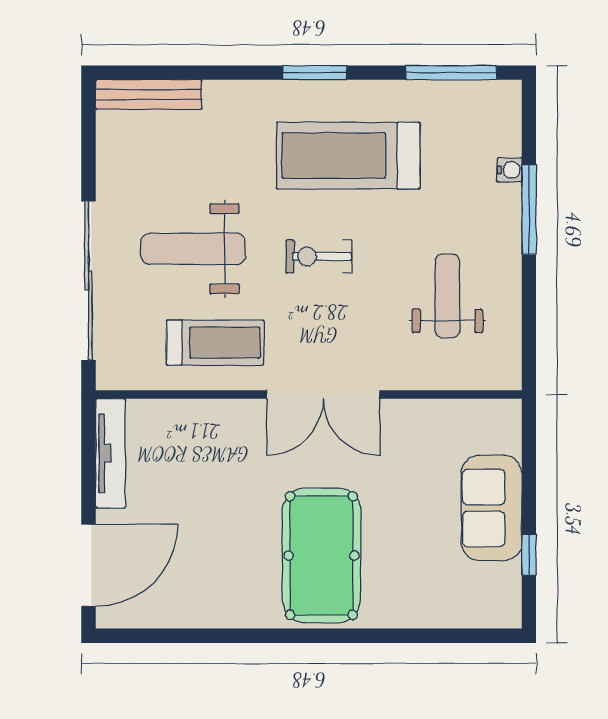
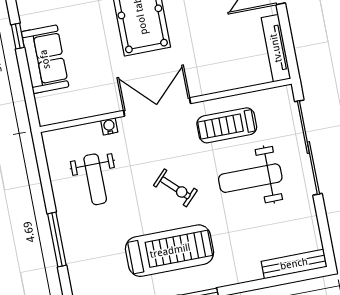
water cooler: (510, 170) -> (109, 126), moved, turned 90
weight bench: (193, 249) -> (250, 178), turned 180
exercise bike: (319, 256) -> (175, 188), turned 44

